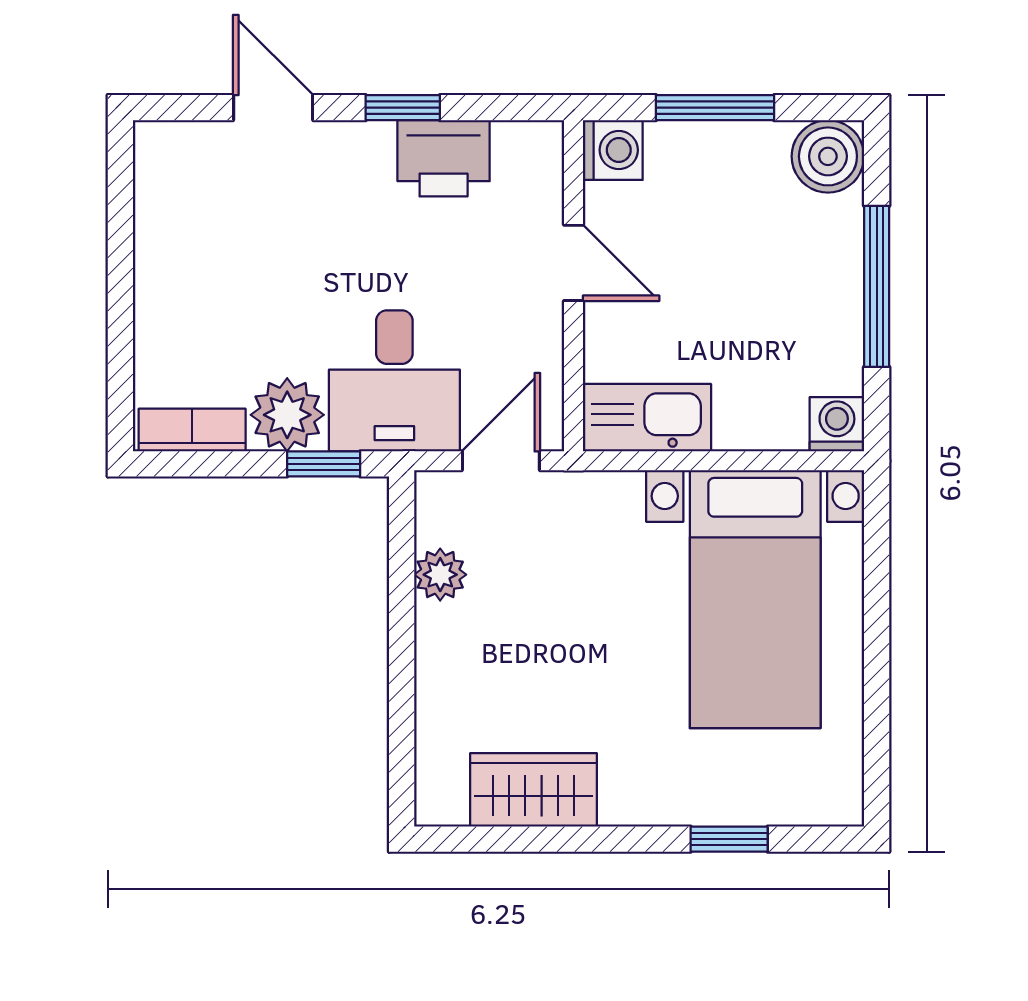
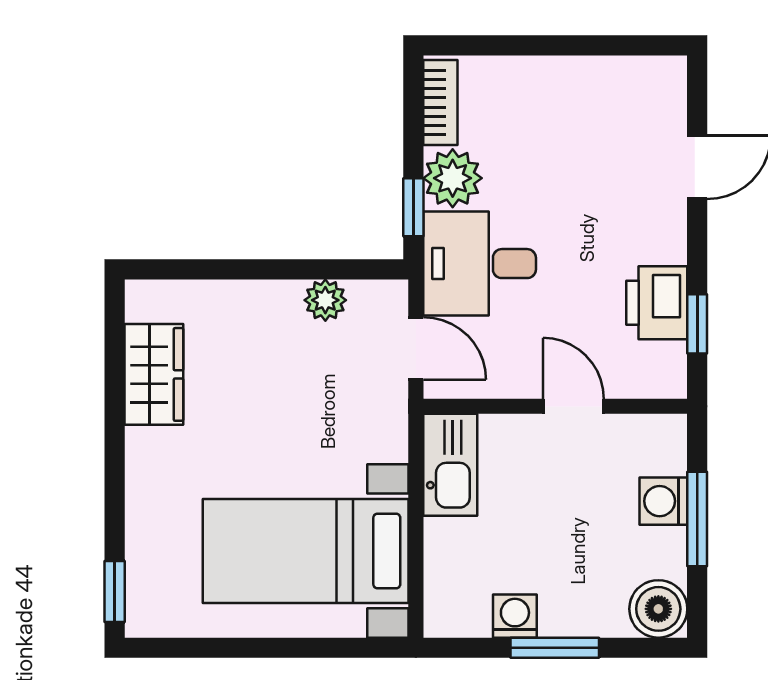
window: (403, 108) -> (697, 324), moved
washing machine: (613, 150) -> (663, 501), moved, turned 90
door: (574, 263) -> (573, 406), swing flipped
window: (877, 286) -> (555, 648), width x0.69
washing machine: (837, 424) -> (515, 616), moved, turned -90
window: (729, 839) -> (115, 592), moved

